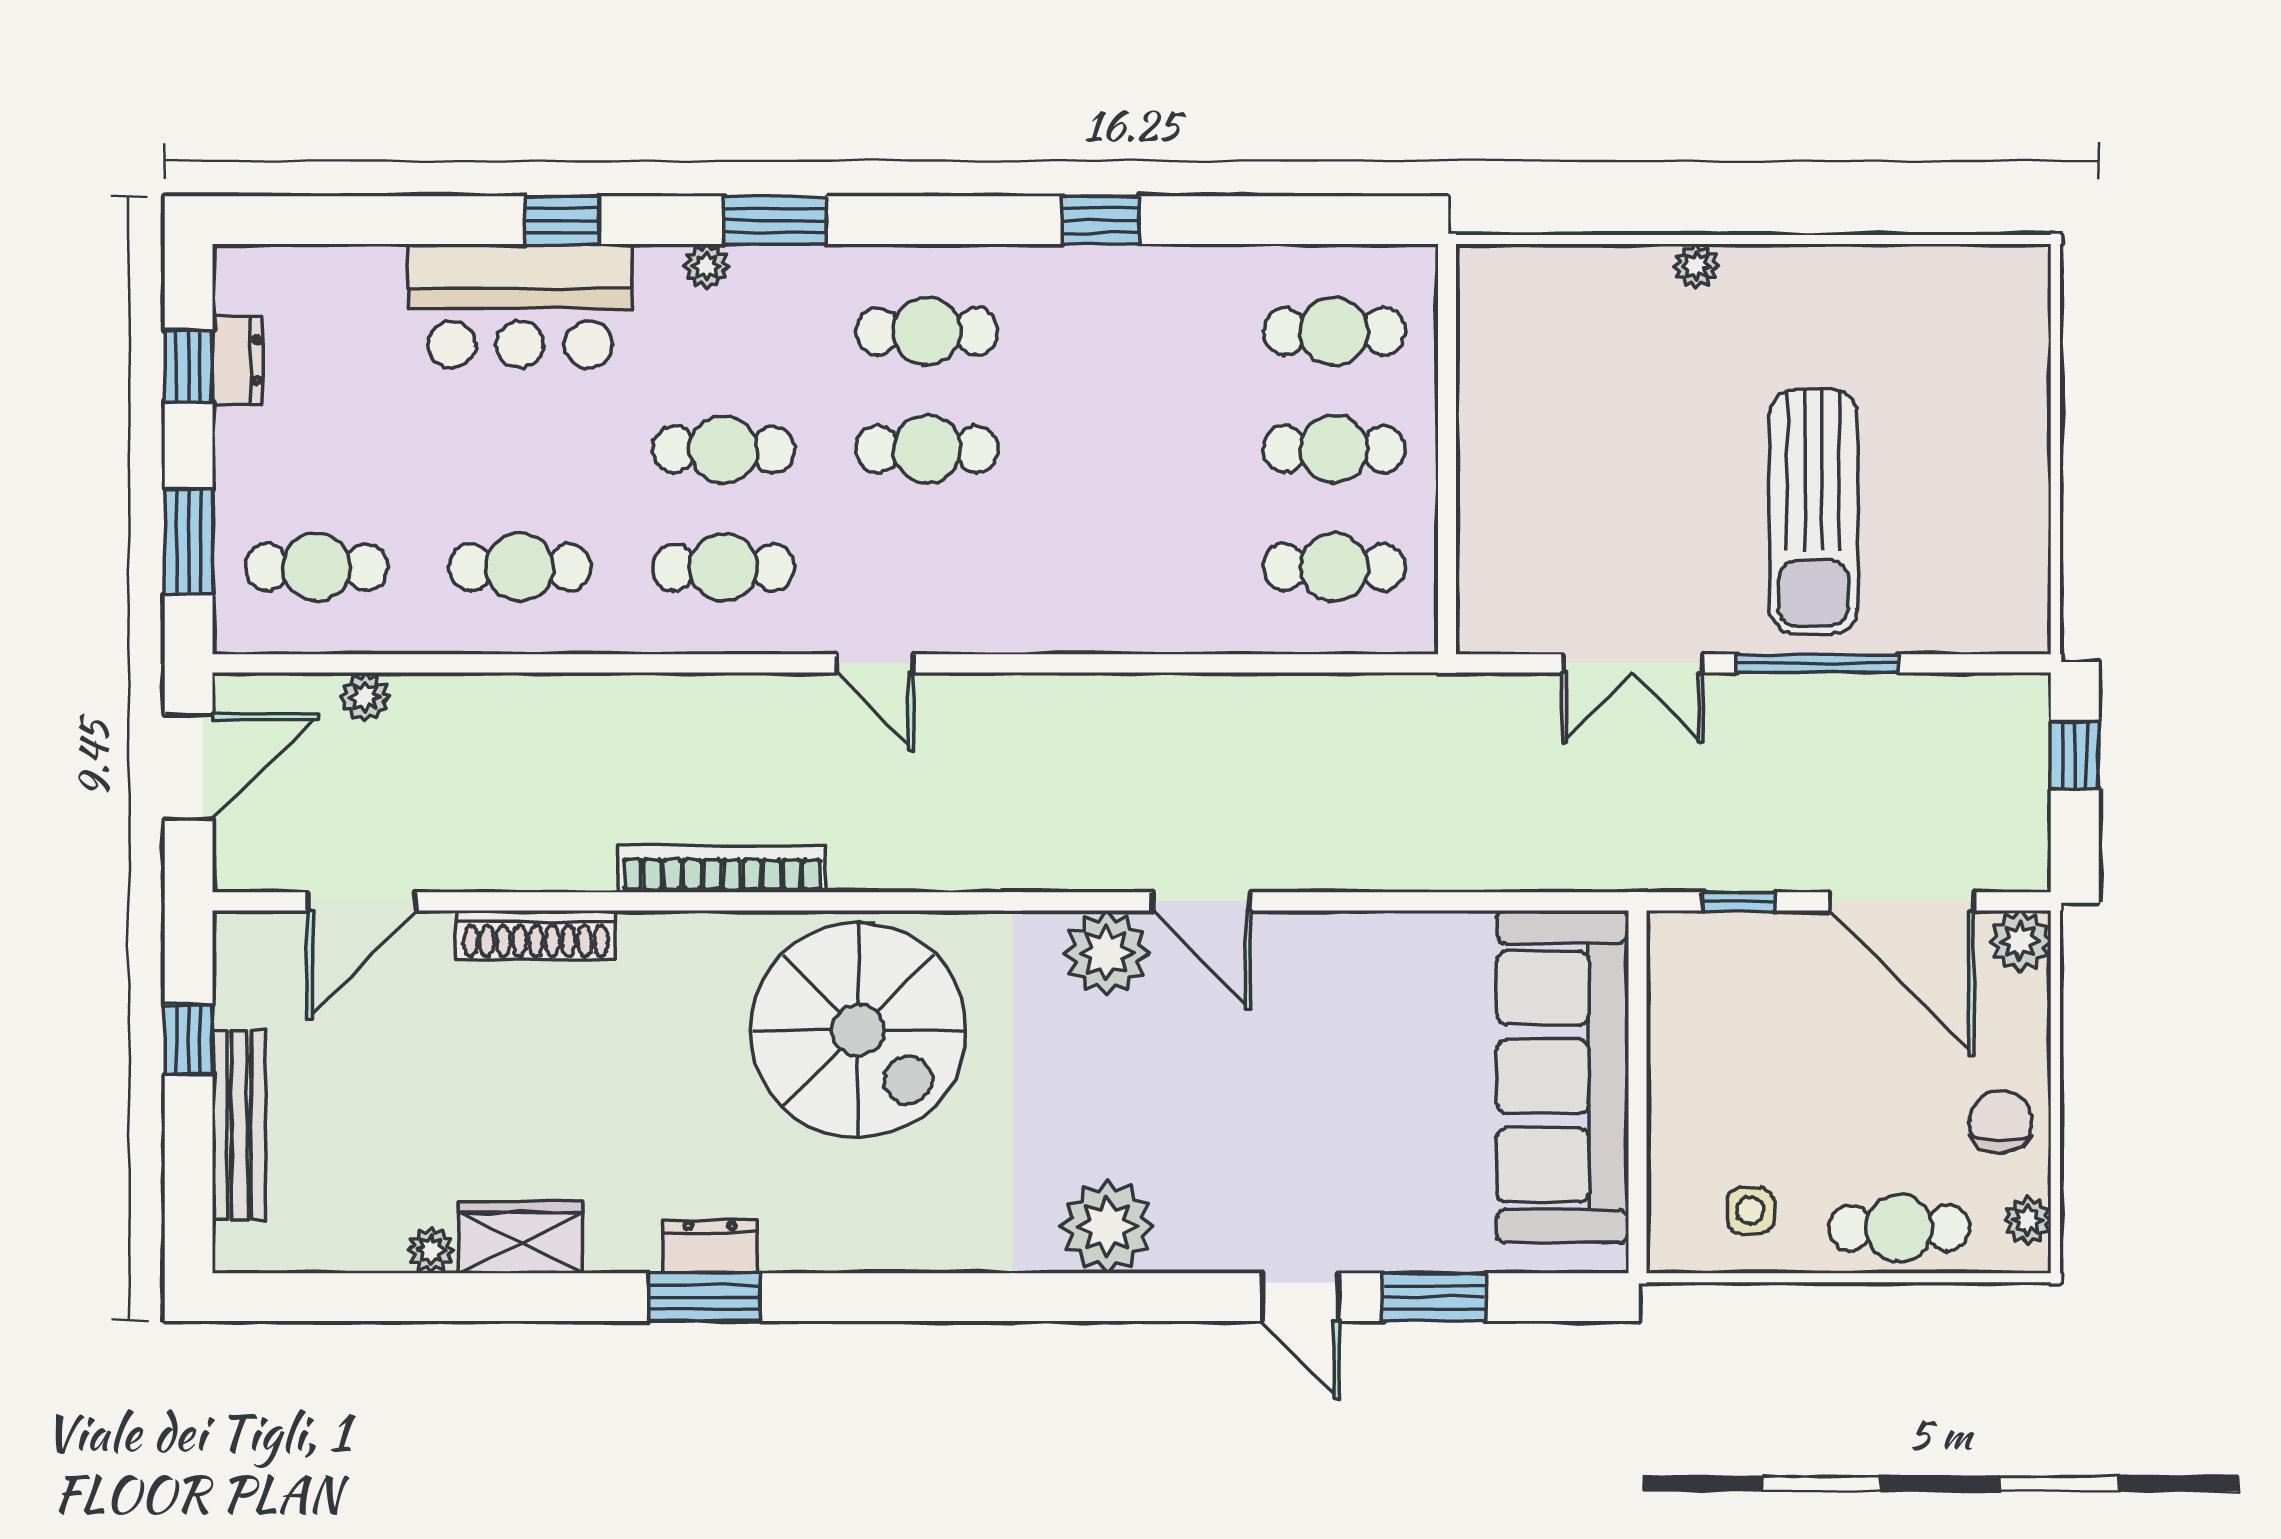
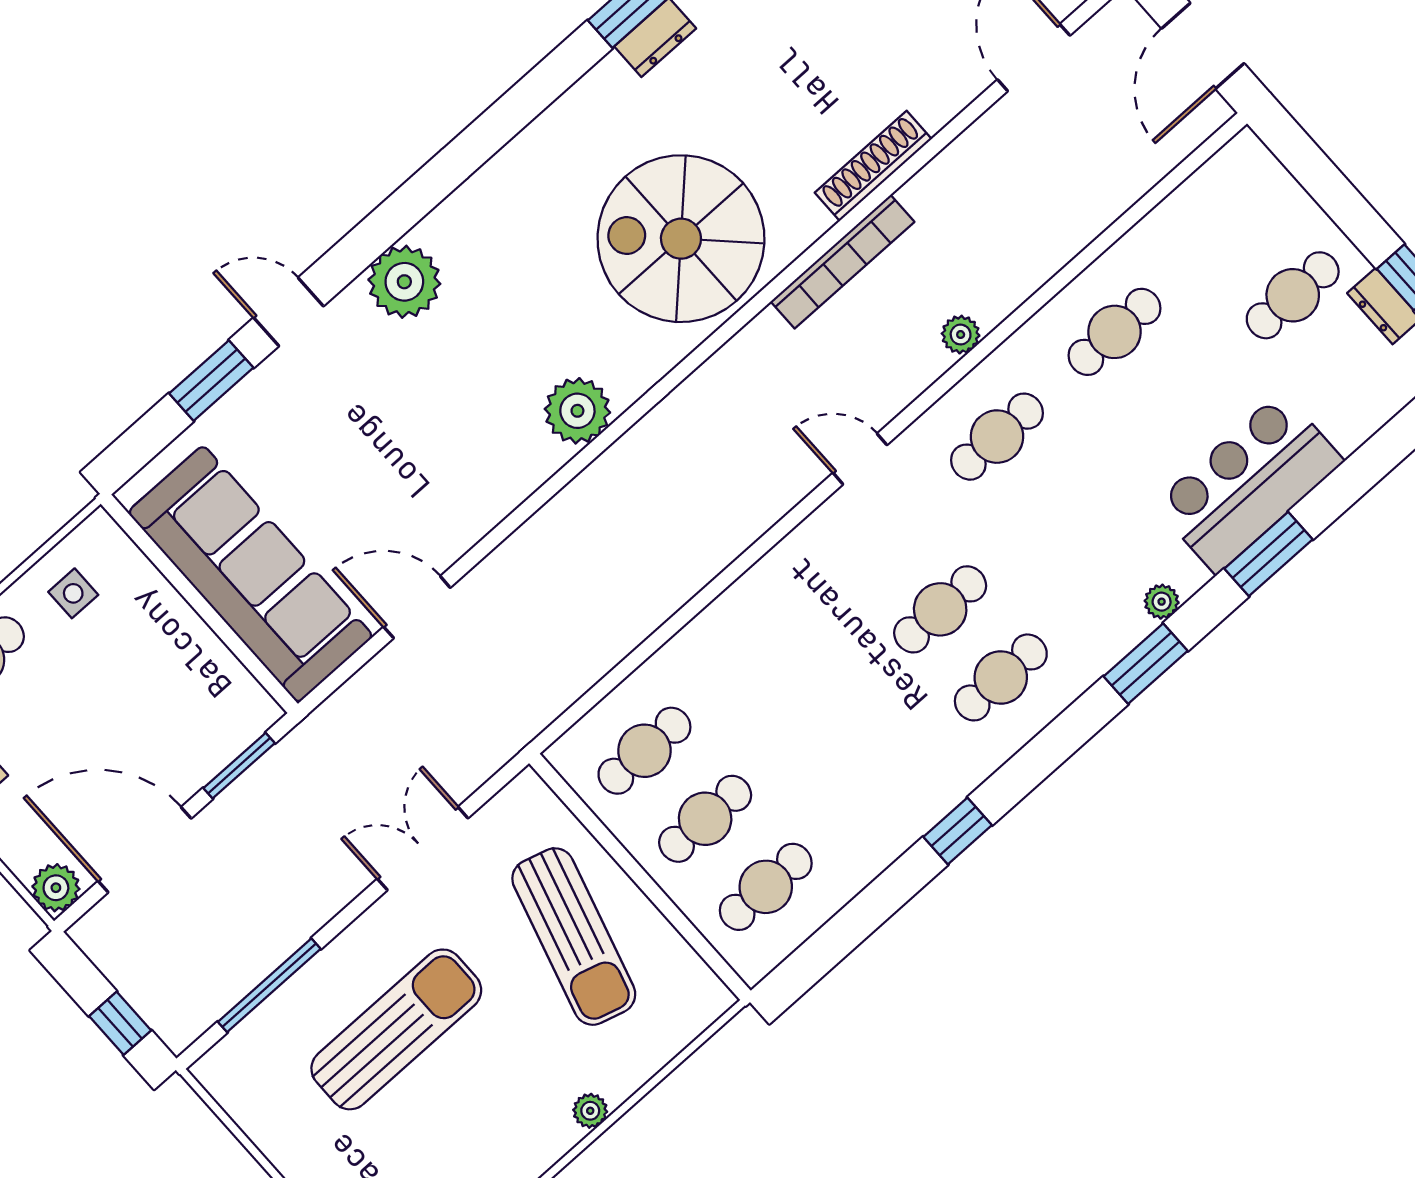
window: (562, 220) -> (1269, 554), width x1.50
cafe table: (724, 449) -> (1058, 505), removed
sun lounger: (1562, 449) -> (574, 937), added
sun lounger: (1813, 511) -> (396, 1029), turned 90
window: (189, 541) -> (1319, 176), removed
cafe table: (316, 567) -> (1293, 295), moved
window: (1817, 663) -> (269, 985), moved
plant: (365, 697) -> (961, 335), moved
door: (1201, 901) -> (417, 607), moved
window: (1738, 901) -> (239, 766), width x1.50
shoe rack: (536, 935) -> (873, 166), moved
plant: (1107, 1226) -> (404, 282), moved

